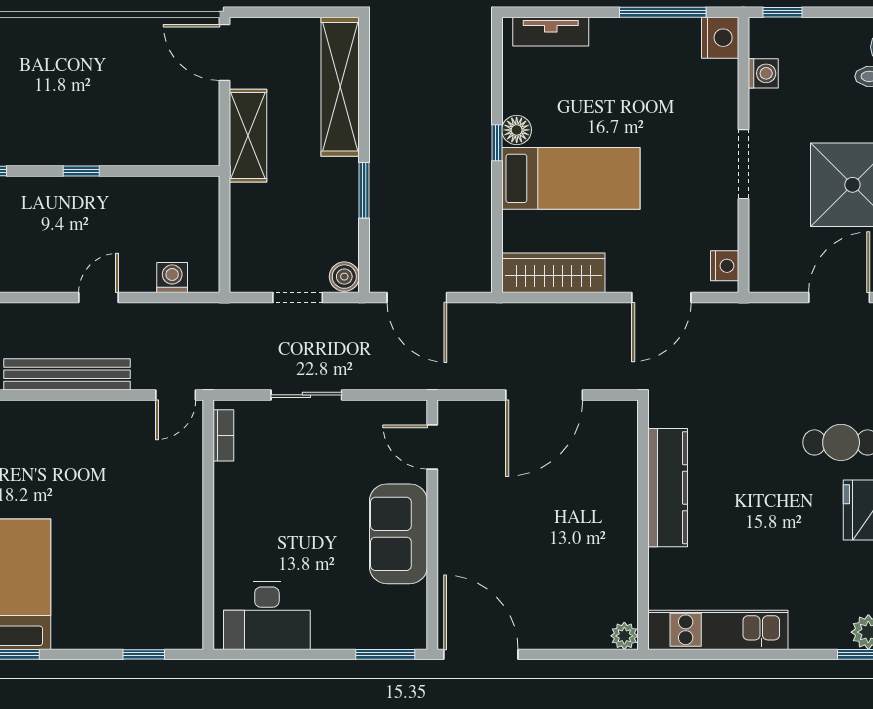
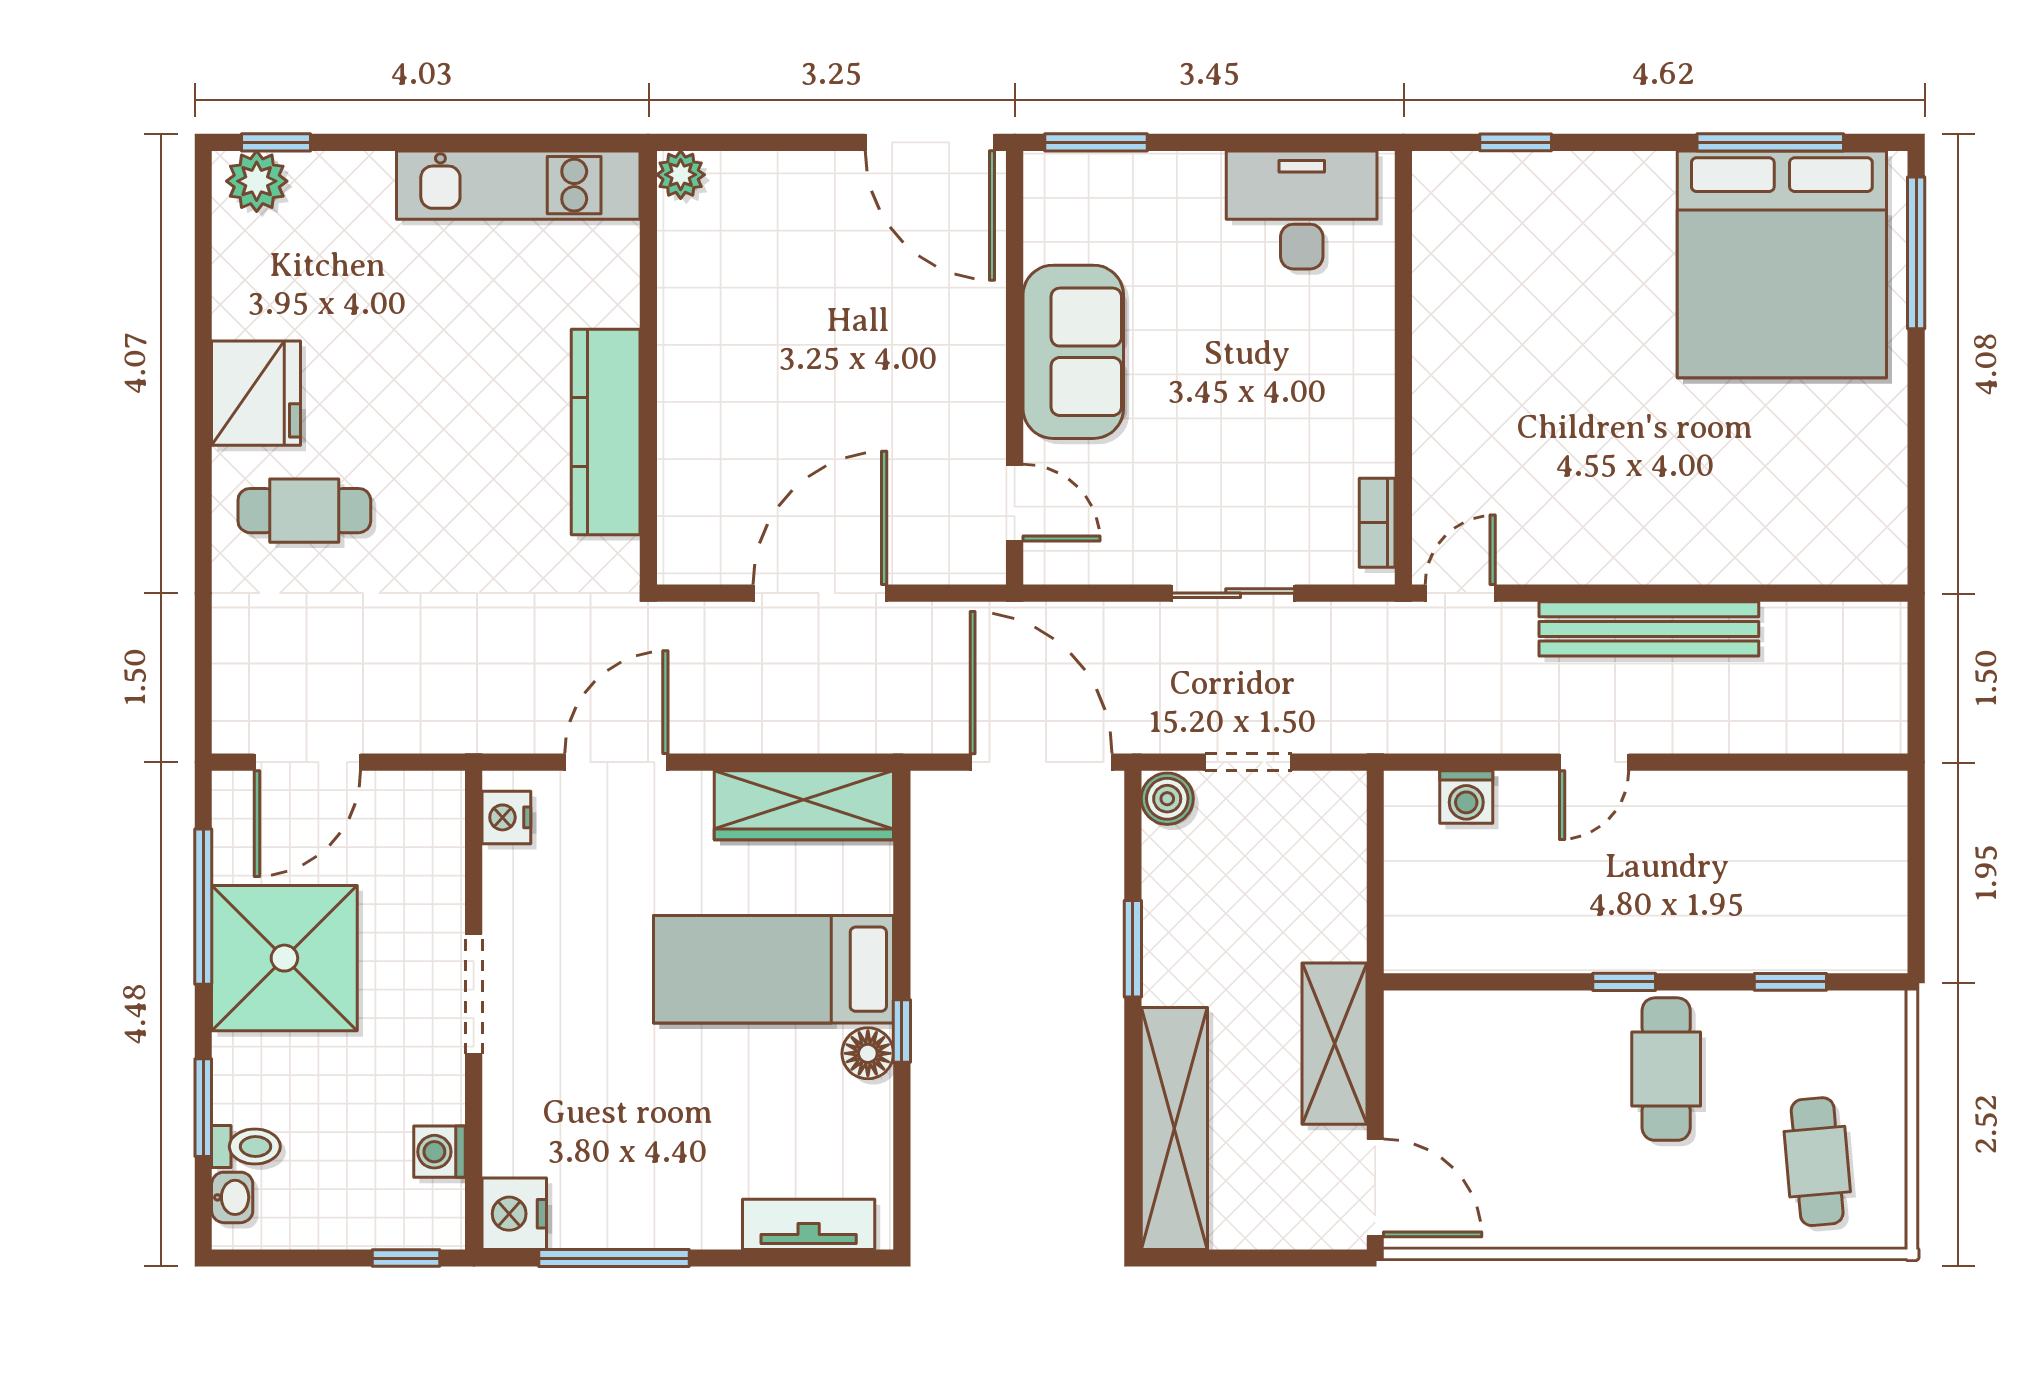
cafe table: (57, 121) -> (1666, 1069), added
door: (417, 298) -> (1041, 762), width x1.36

